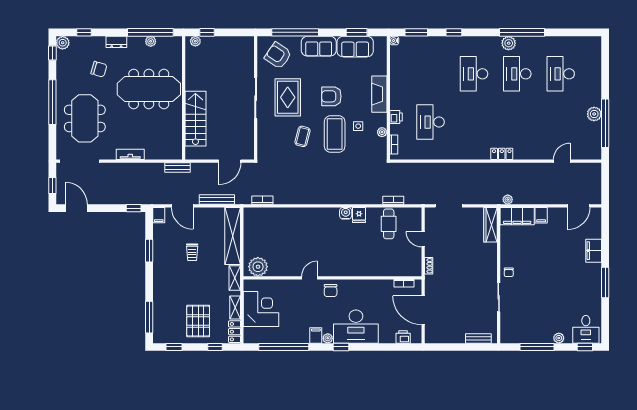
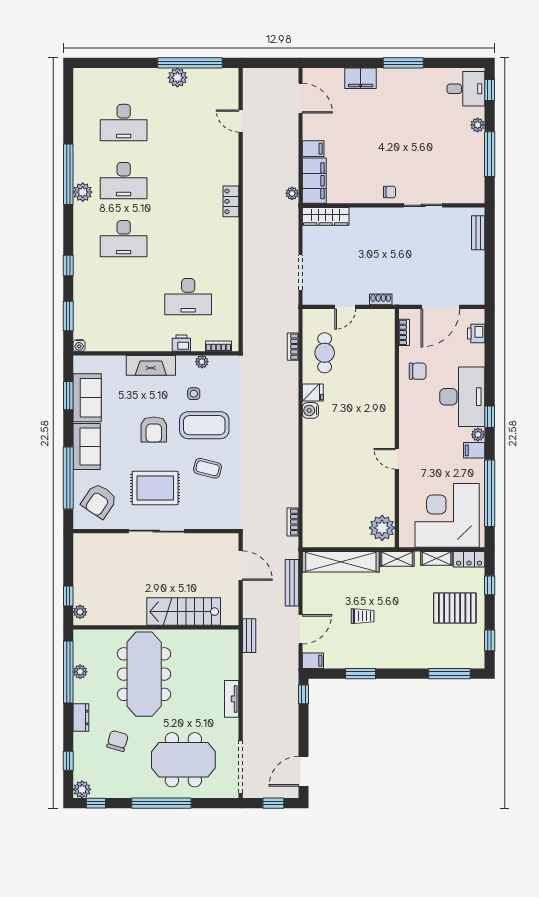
cafe table: (389, 224) -> (325, 353), turned 90
chair: (331, 291) -> (418, 371), moved
corner desk: (261, 309) -> (447, 515), width x1.36, depth x1.36

